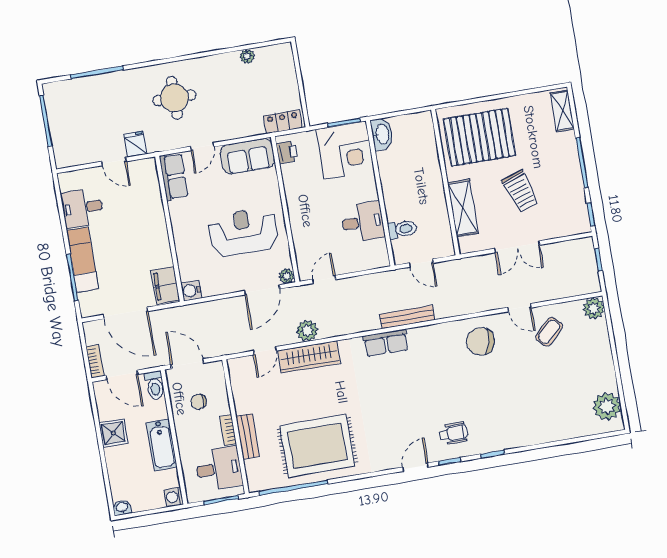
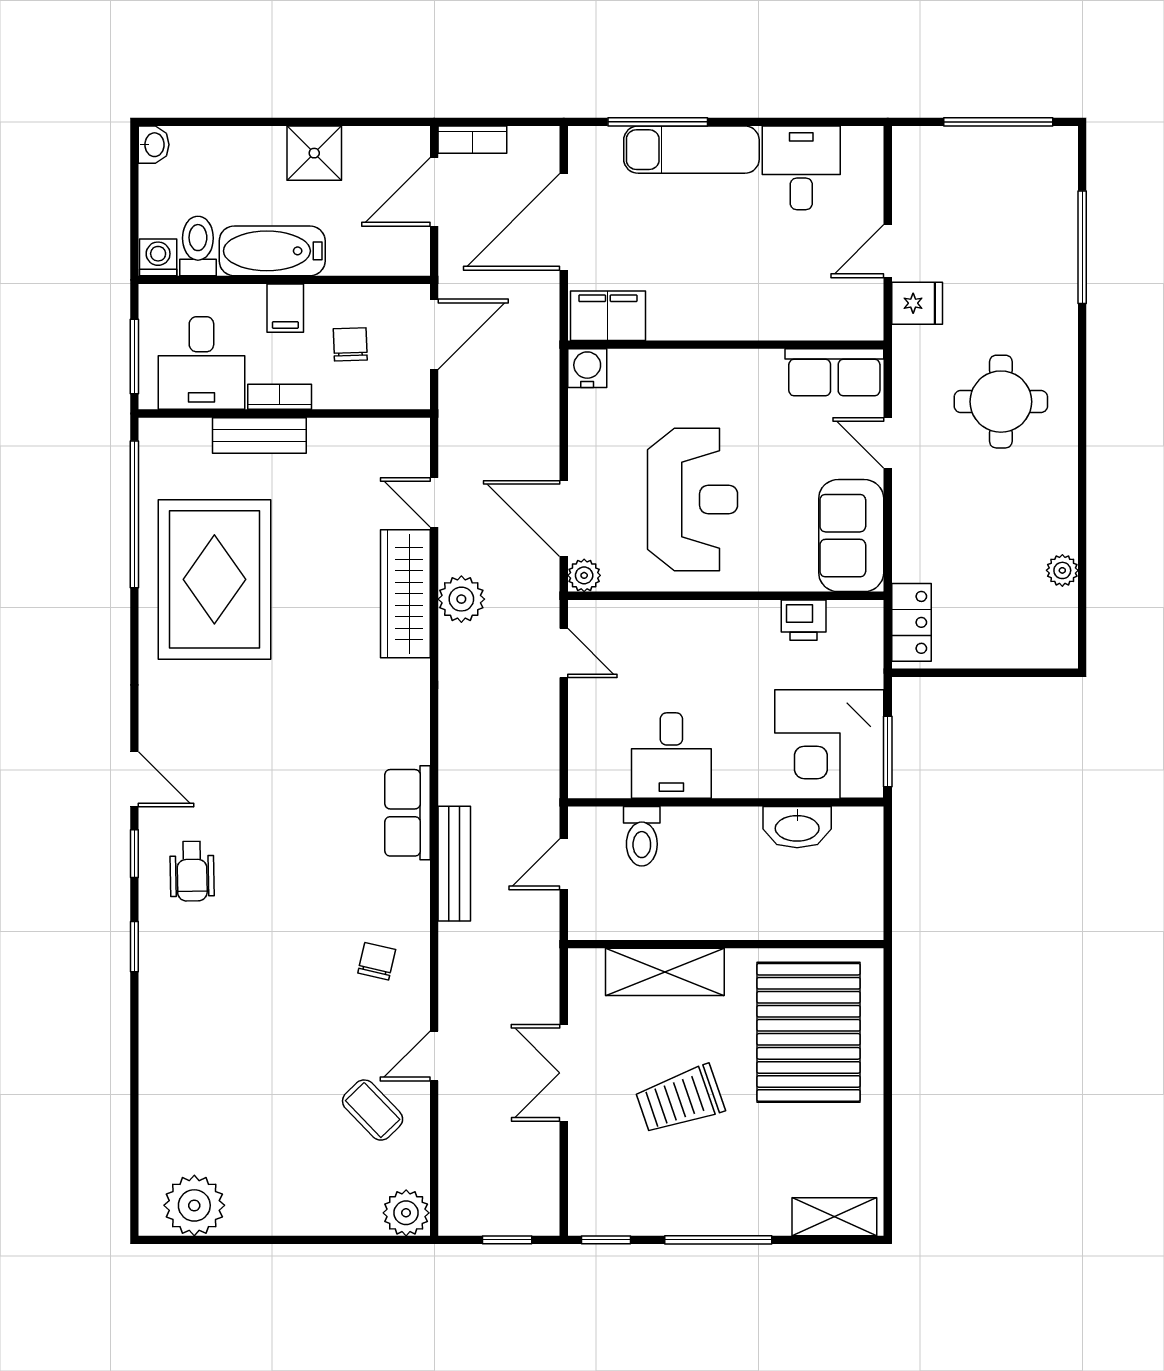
washbasin: (382, 134) -> (797, 827), moved
printer: (287, 152) -> (804, 620), moved
bench: (407, 317) -> (454, 864), moved
chair: (480, 341) -> (377, 961), width x0.54, depth x0.54
row of seats: (386, 343) -> (408, 813), moved
toilet: (155, 385) -> (198, 246), moved, turned 90
filing cabinet: (187, 434) -> (285, 308), added

